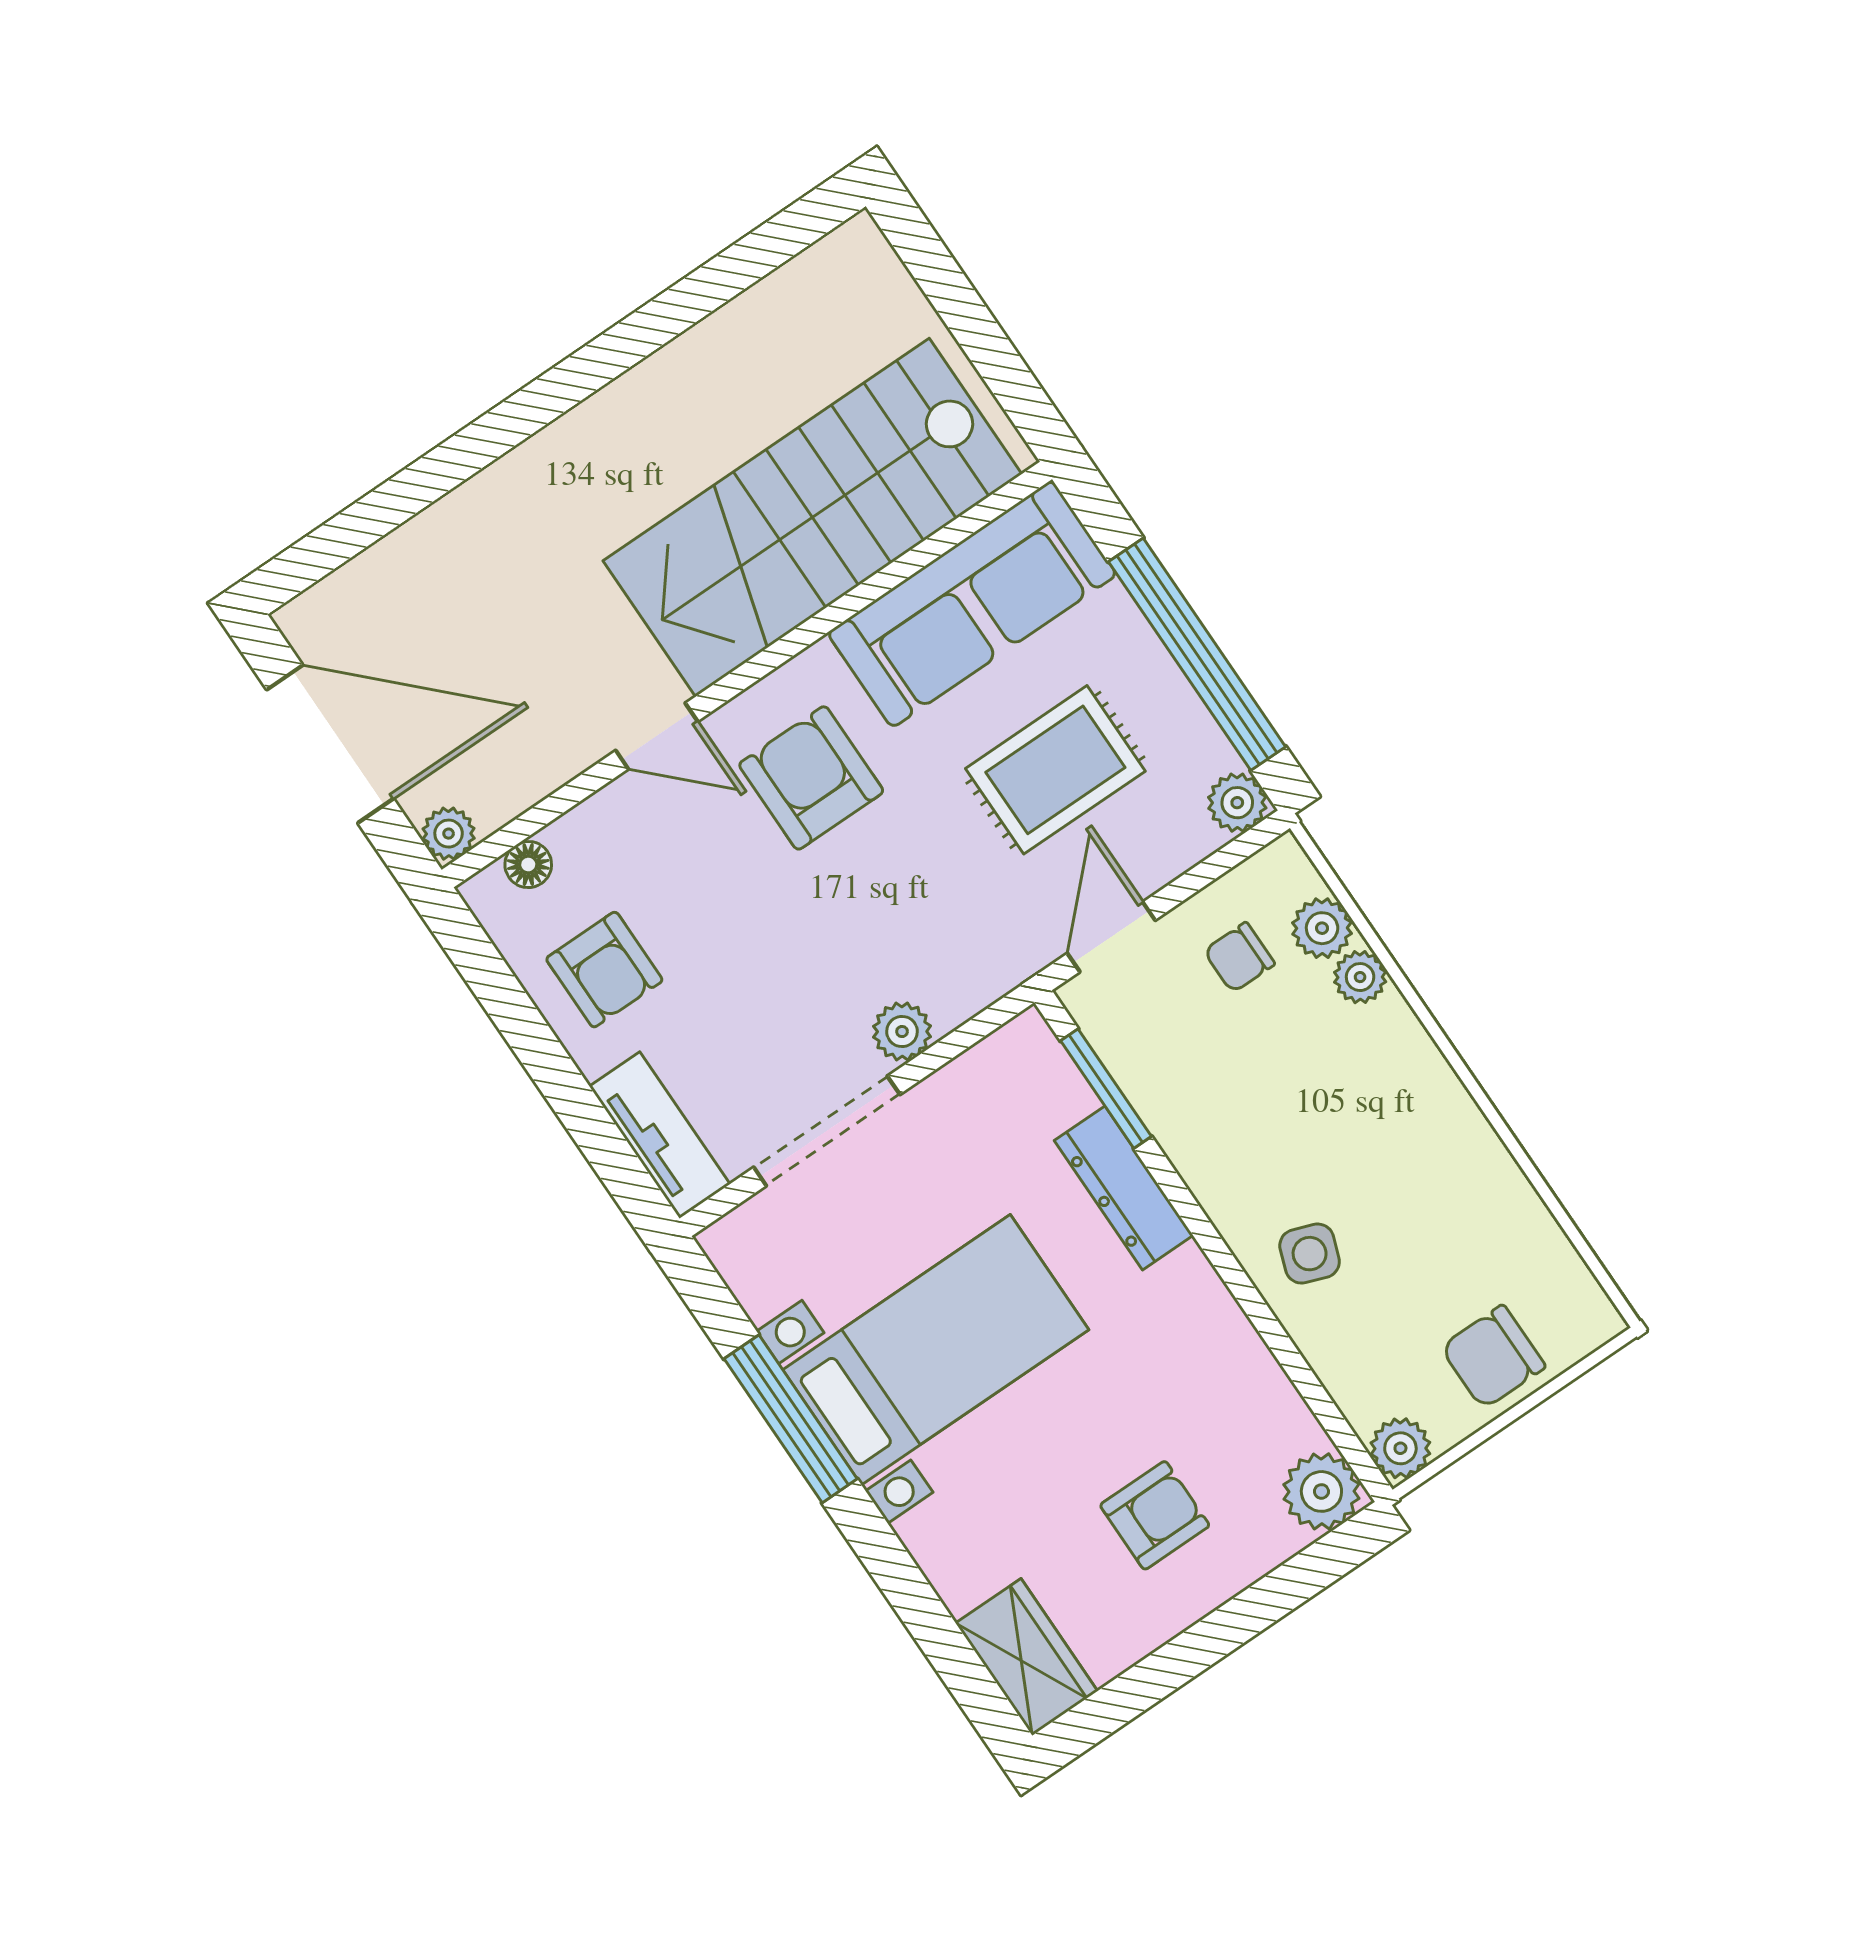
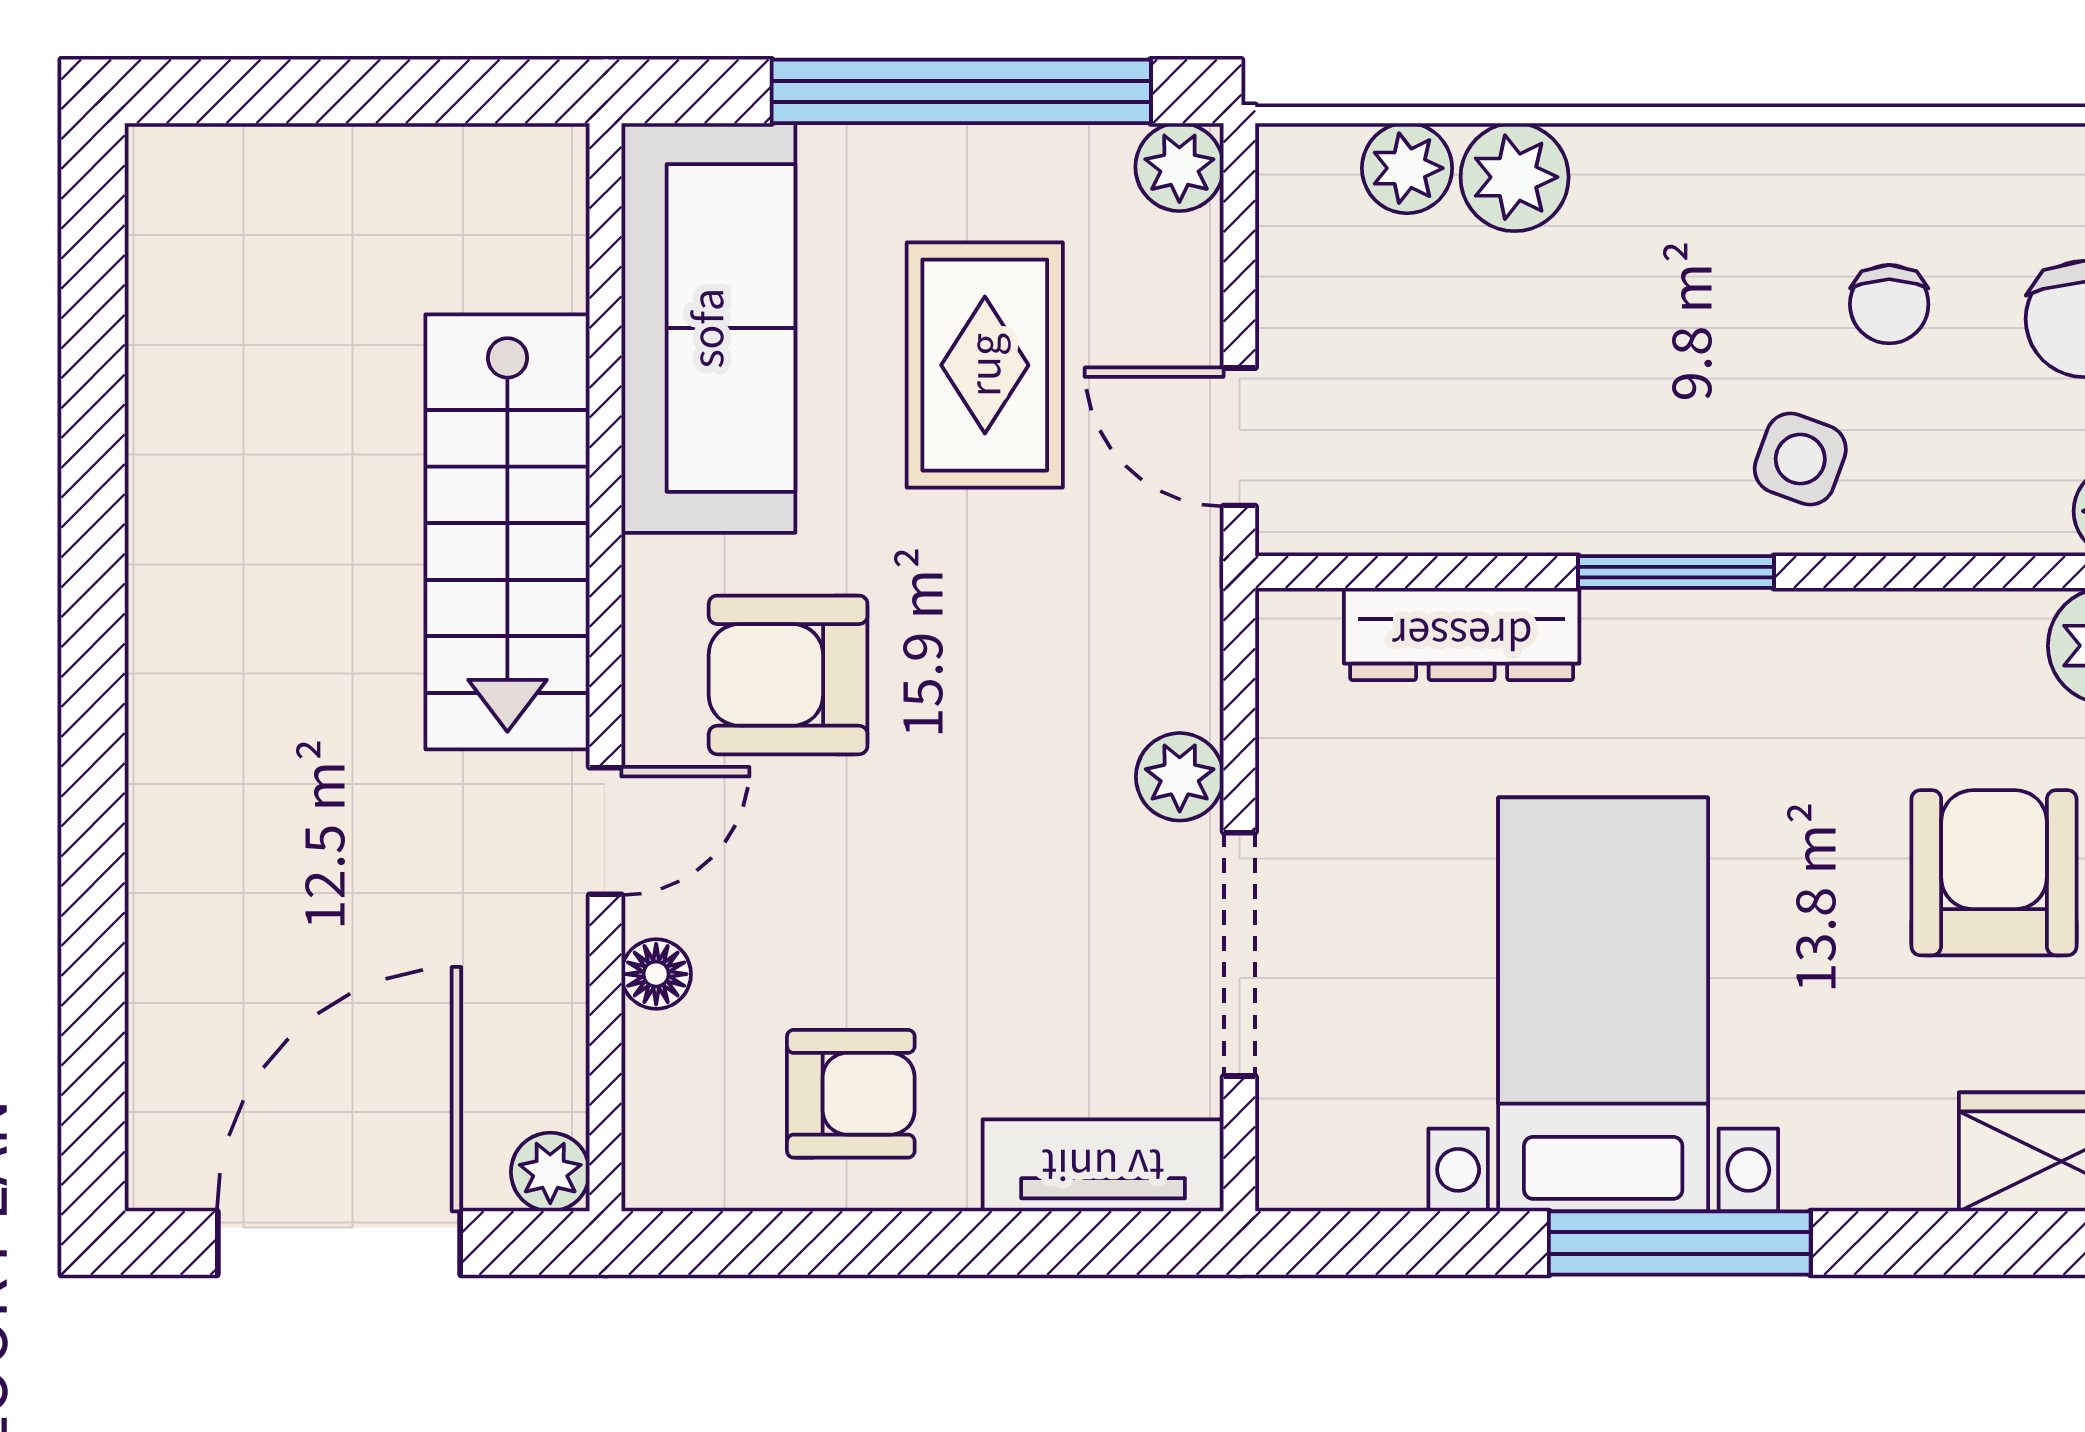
stairs: (812, 517) -> (507, 532), width x0.73, depth x0.66
floor lamp: (528, 865) -> (656, 974), moved
chair: (1239, 957) -> (1889, 304), moved
plant: (1360, 977) -> (1515, 177), width x1.38, depth x1.38
window: (1106, 1089) -> (1676, 572), moved
dresser: (1124, 1188) -> (1462, 634), moved
window: (791, 1419) -> (1680, 1243), moved
armchair: (1155, 1515) -> (1994, 873), width x1.38, depth x1.38

